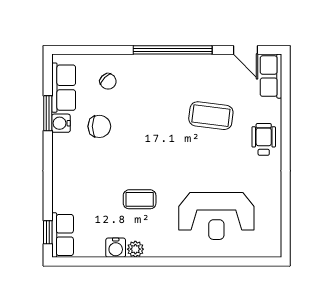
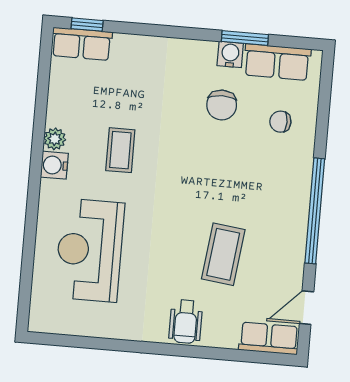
chair: (108, 81) -> (280, 122), turned 46
wheelchair: (264, 139) -> (186, 322), turned 90
water cooler: (116, 248) -> (54, 165), moved

